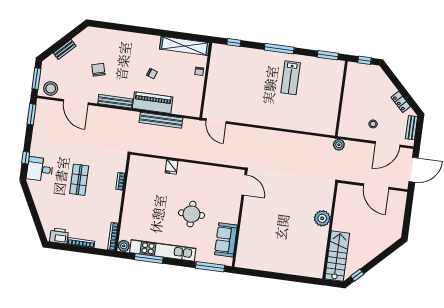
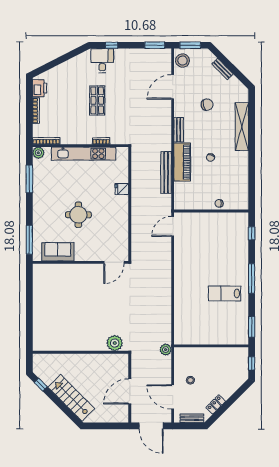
shelving: (185, 46) -> (242, 127), moved
bench: (115, 101) -> (179, 130), width x0.73
shop shelf: (79, 180) -> (97, 100), turned 90
plant: (322, 218) -> (115, 343), moved
kitchen unit: (163, 250) -> (84, 154), moved, turned 90
stairs: (337, 256) -> (71, 398), moved, turned -135

